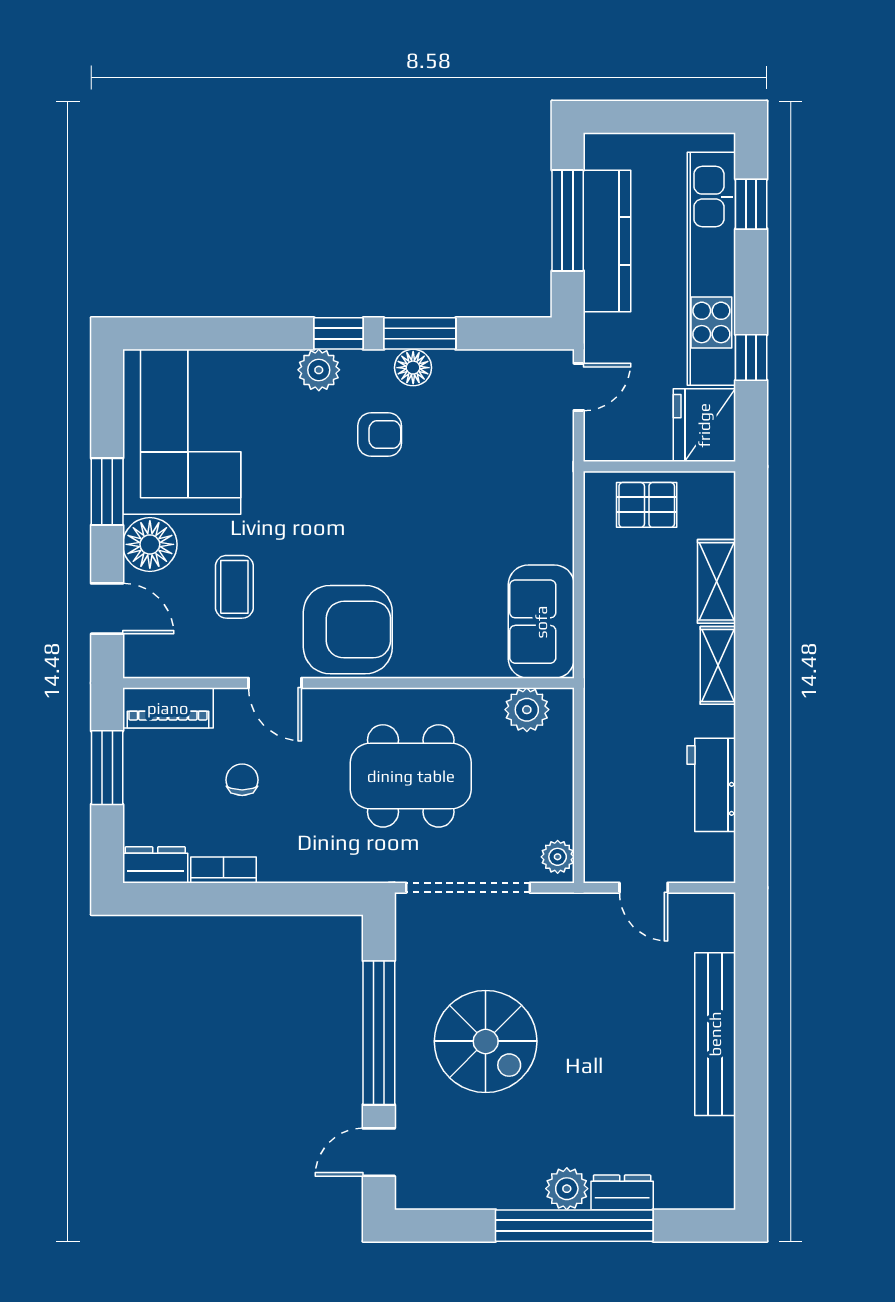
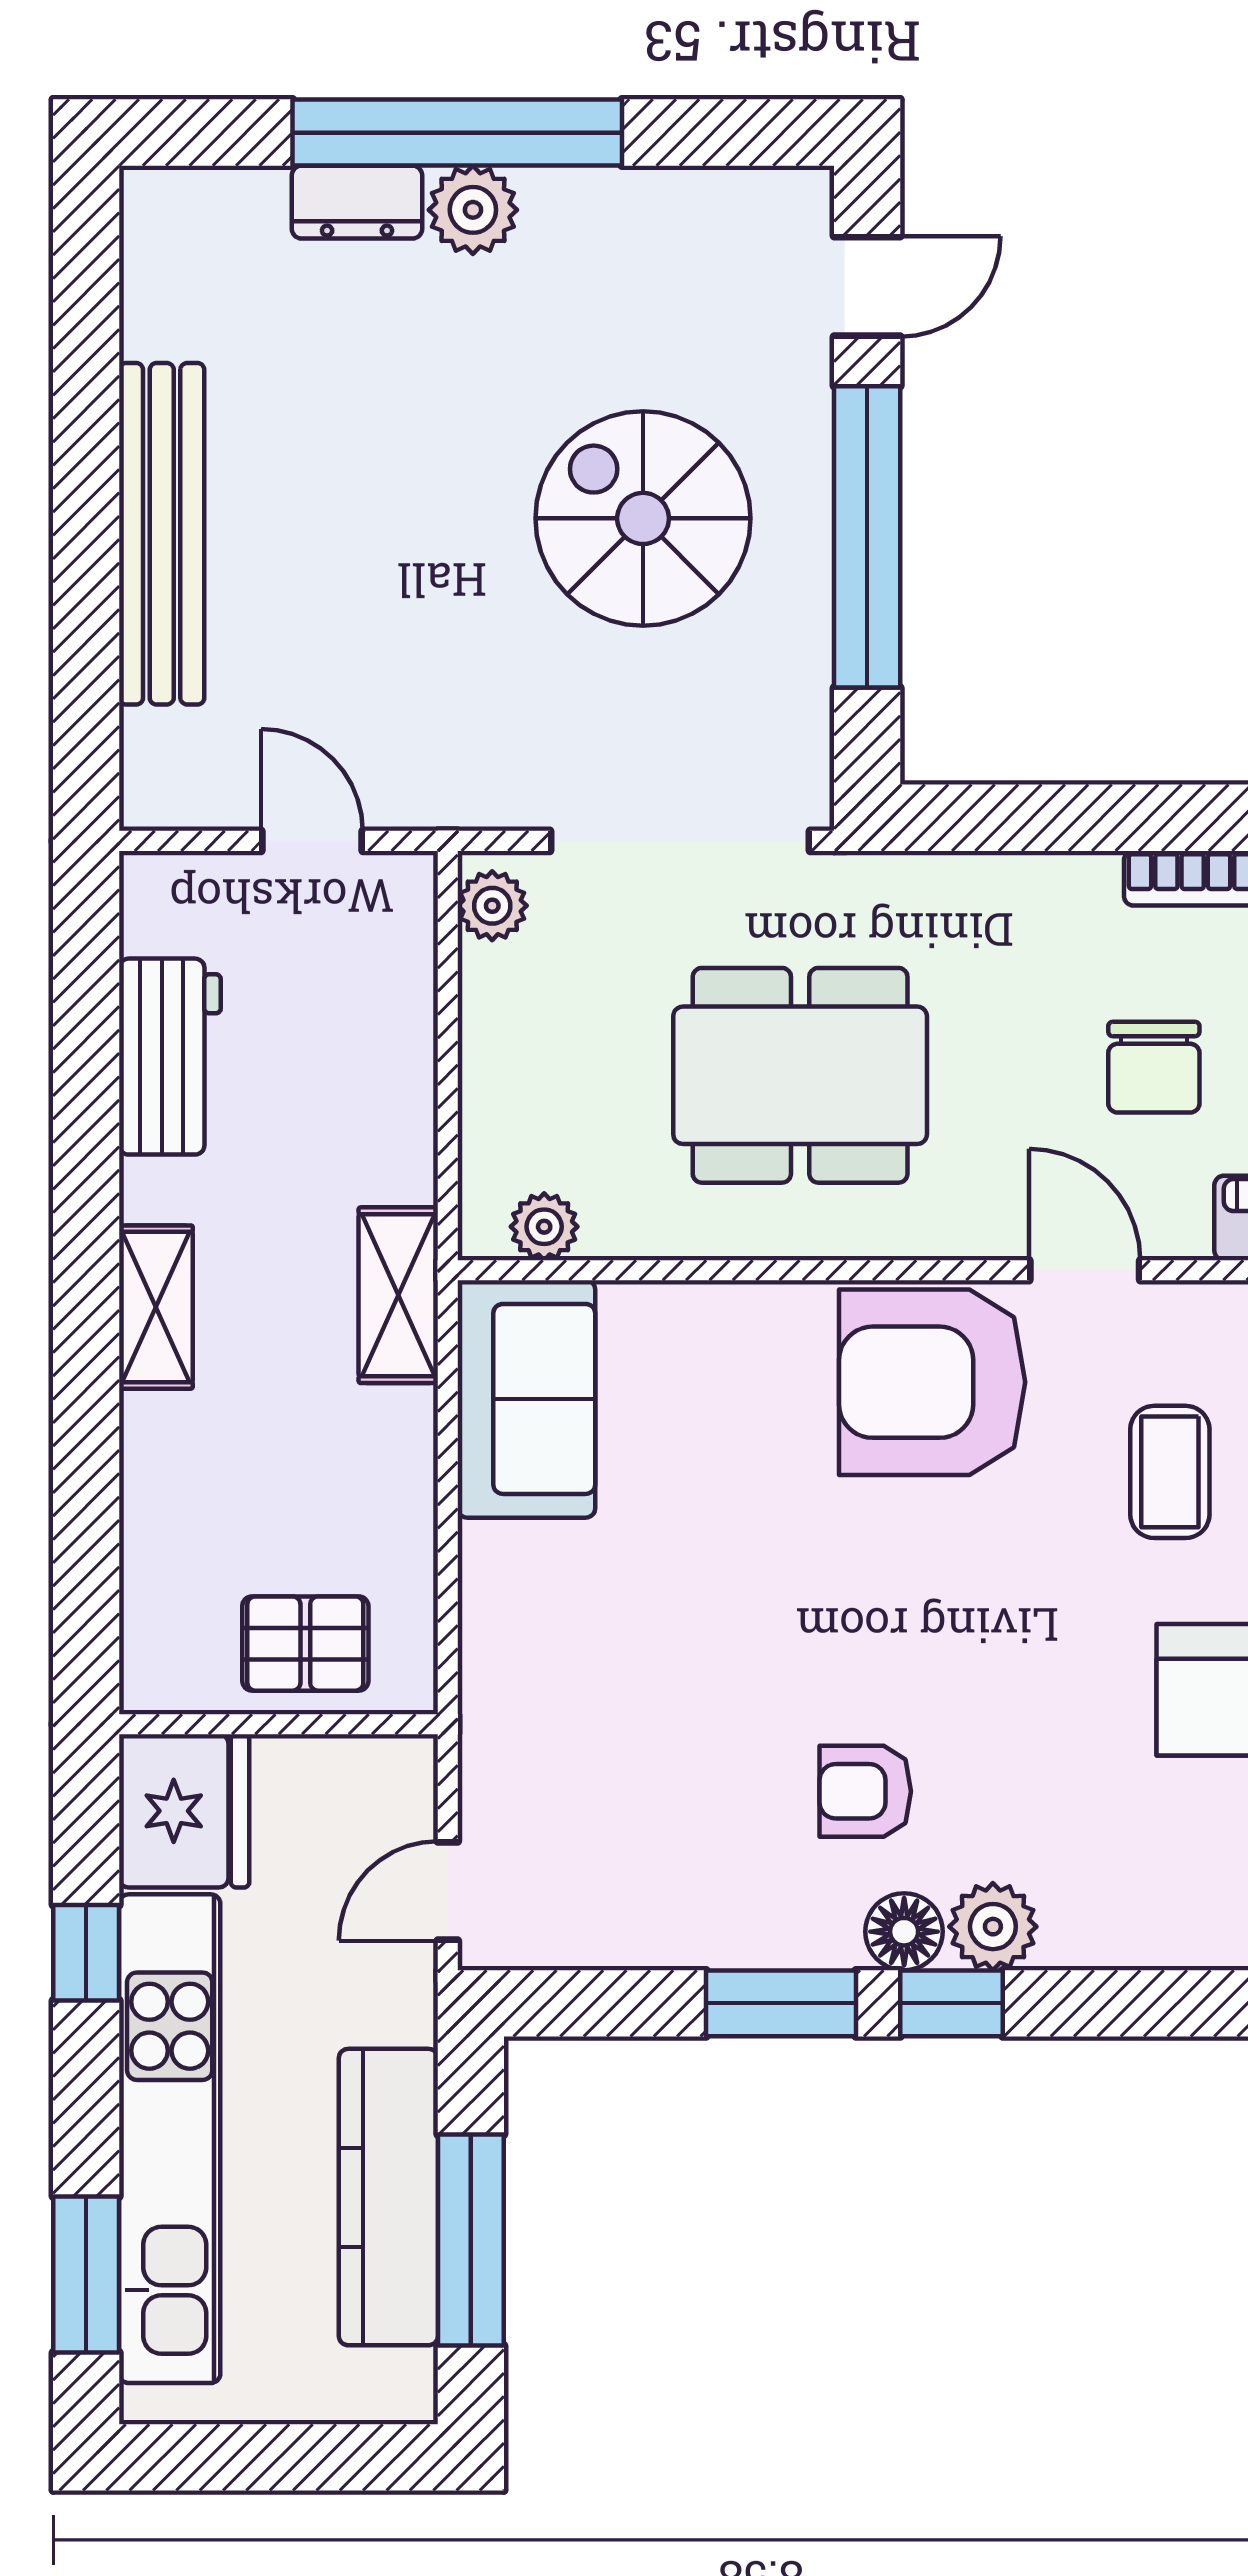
window: (751, 204) -> (86, 2275), width x1.50
floor lamp: (413, 368) -> (904, 1932), moved
shelving: (717, 581) -> (398, 1295), moved
plant: (527, 710) -> (544, 1227), width x0.73, depth x0.73
chair: (242, 780) -> (1154, 1067), width x1.37, depth x1.37

